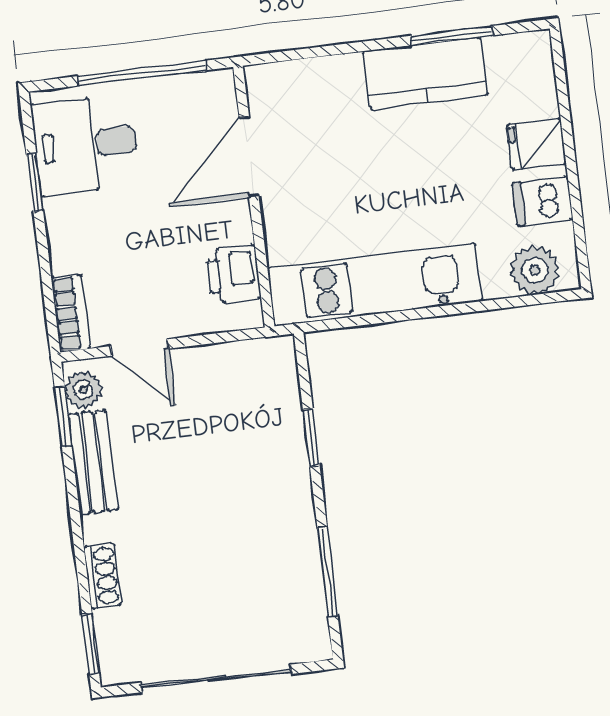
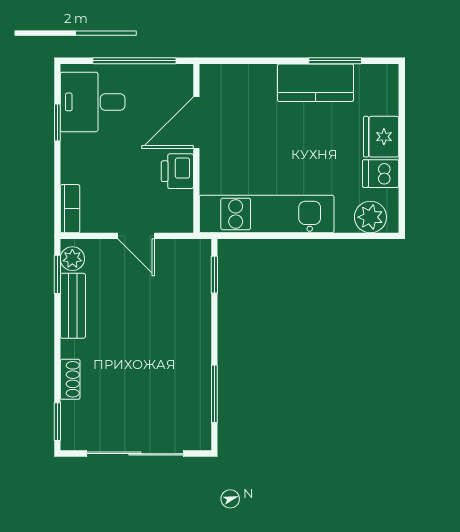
fridge: (536, 144) -> (381, 137), width x1.38
printer: (234, 274) -> (177, 171), moved
door: (139, 347) -> (136, 236), moved
window: (311, 438) -> (214, 275), moved

